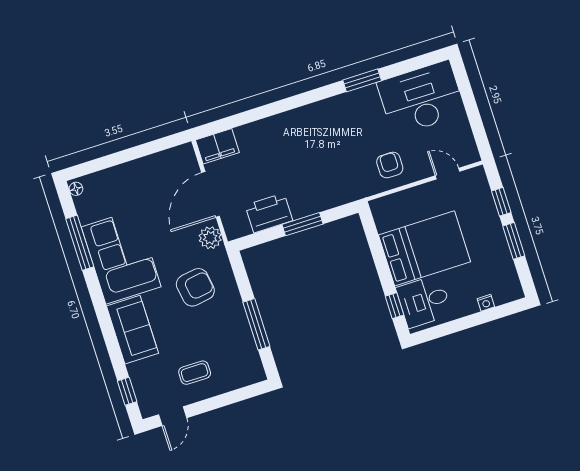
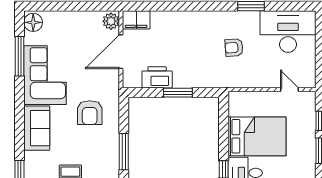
armchair: (390, 165) -> (234, 48), moved, turned -94
floor lamp: (76, 189) -> (33, 22), width x1.89, depth x1.89
plant: (210, 238) -> (111, 21), moved
armchair: (195, 287) -> (90, 113), turned 99

